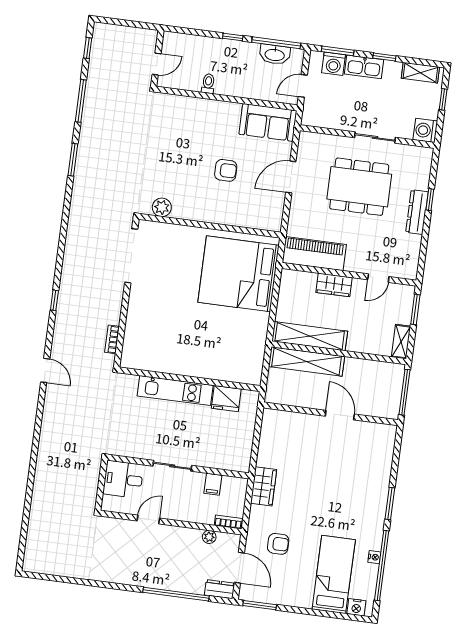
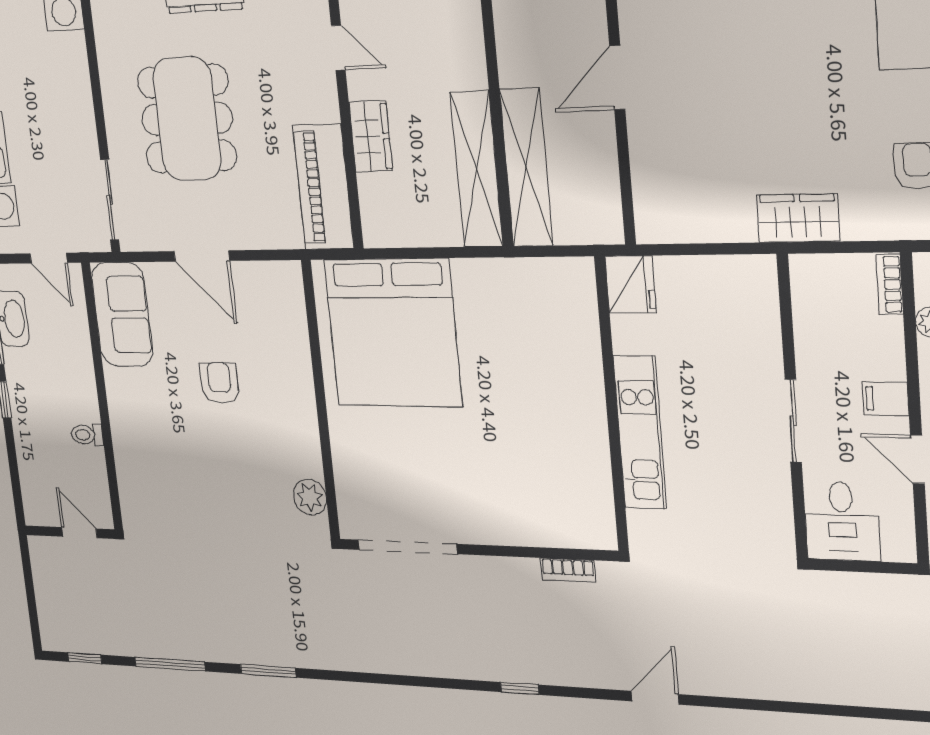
sliding door: (375, 137) -> (110, 200), moved
fridge: (226, 399) -> (630, 284), moved
filing cabinet: (213, 484) -> (886, 399), moved, turned 180

